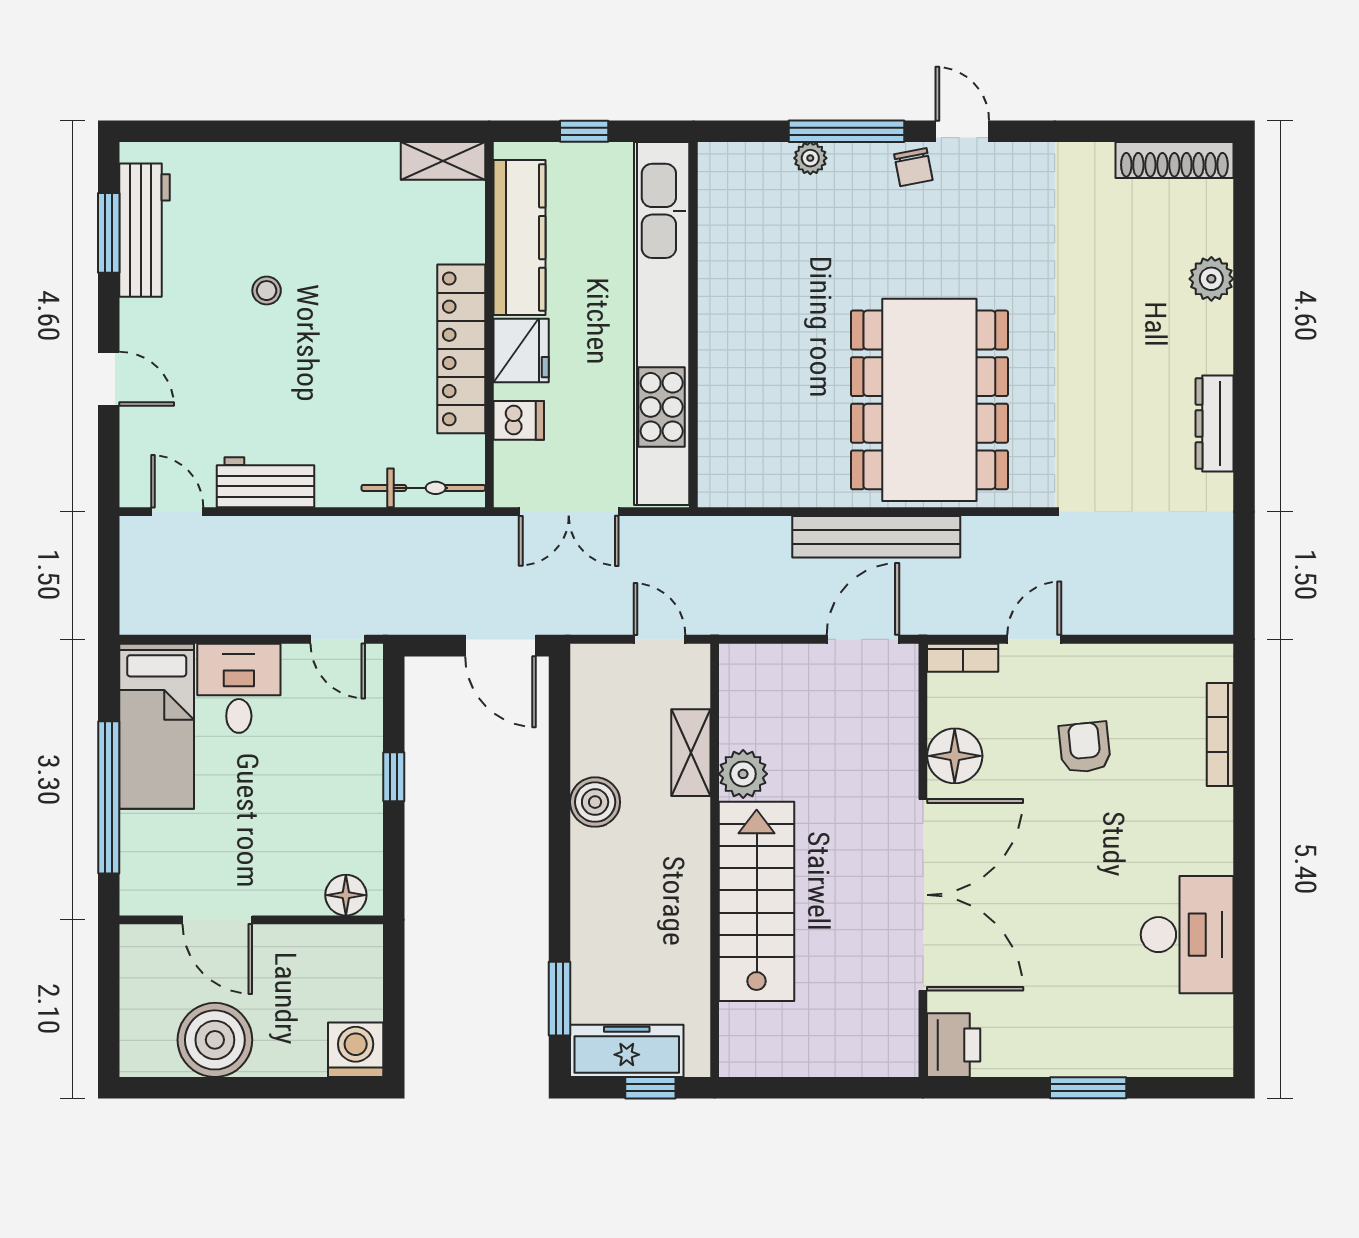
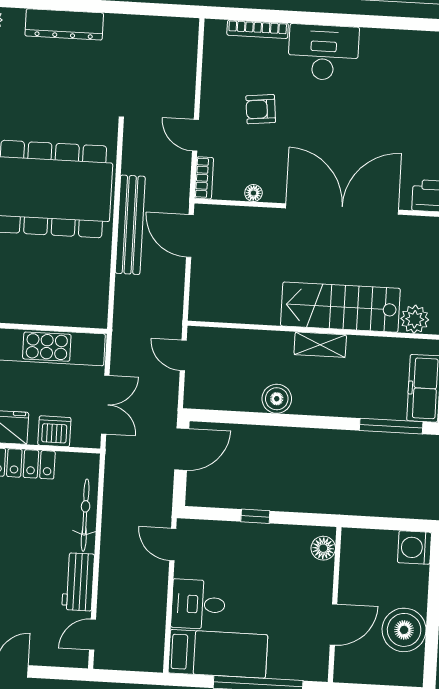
dishwasher: (519, 420) -> (54, 431), width x1.38
dresser: (1214, 424) -> (64, 24), width x1.37, depth x1.24
bicycle: (423, 488) -> (85, 515), moved
door: (338, 639) -> (173, 545), swing flipped
door: (660, 639) -> (183, 355), hinge flipped
shelving: (691, 753) -> (320, 345), moved
floor lamp: (955, 756) -> (253, 193), width x0.53, depth x0.53
plant: (743, 774) -> (415, 319), moved
desk: (1187, 935) -> (323, 52), moved
window: (559, 999) -> (391, 426), width x1.44

